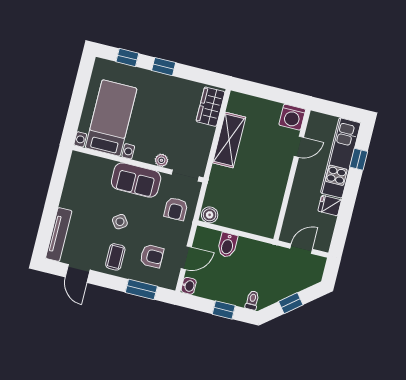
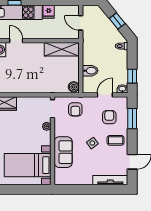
shelving: (229, 140) -> (62, 49), moved
sofa: (136, 180) -> (63, 152), moved
armchair: (176, 209) -> (75, 109), turned 90
door: (186, 258) -> (105, 95), hinge flipped
window: (224, 310) -> (132, 76), moved

